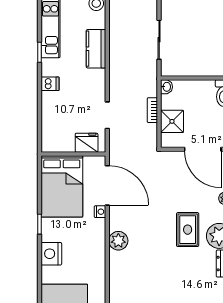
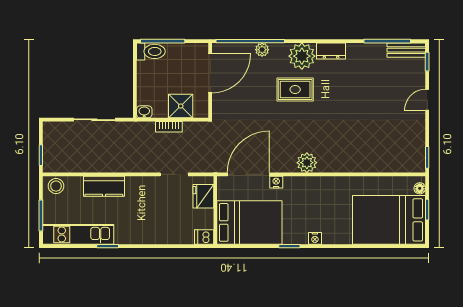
dishwasher: (50, 84) -> (204, 237), moved, turned -90
nightstand: (51, 254) -> (315, 238), width x0.53, depth x0.56

